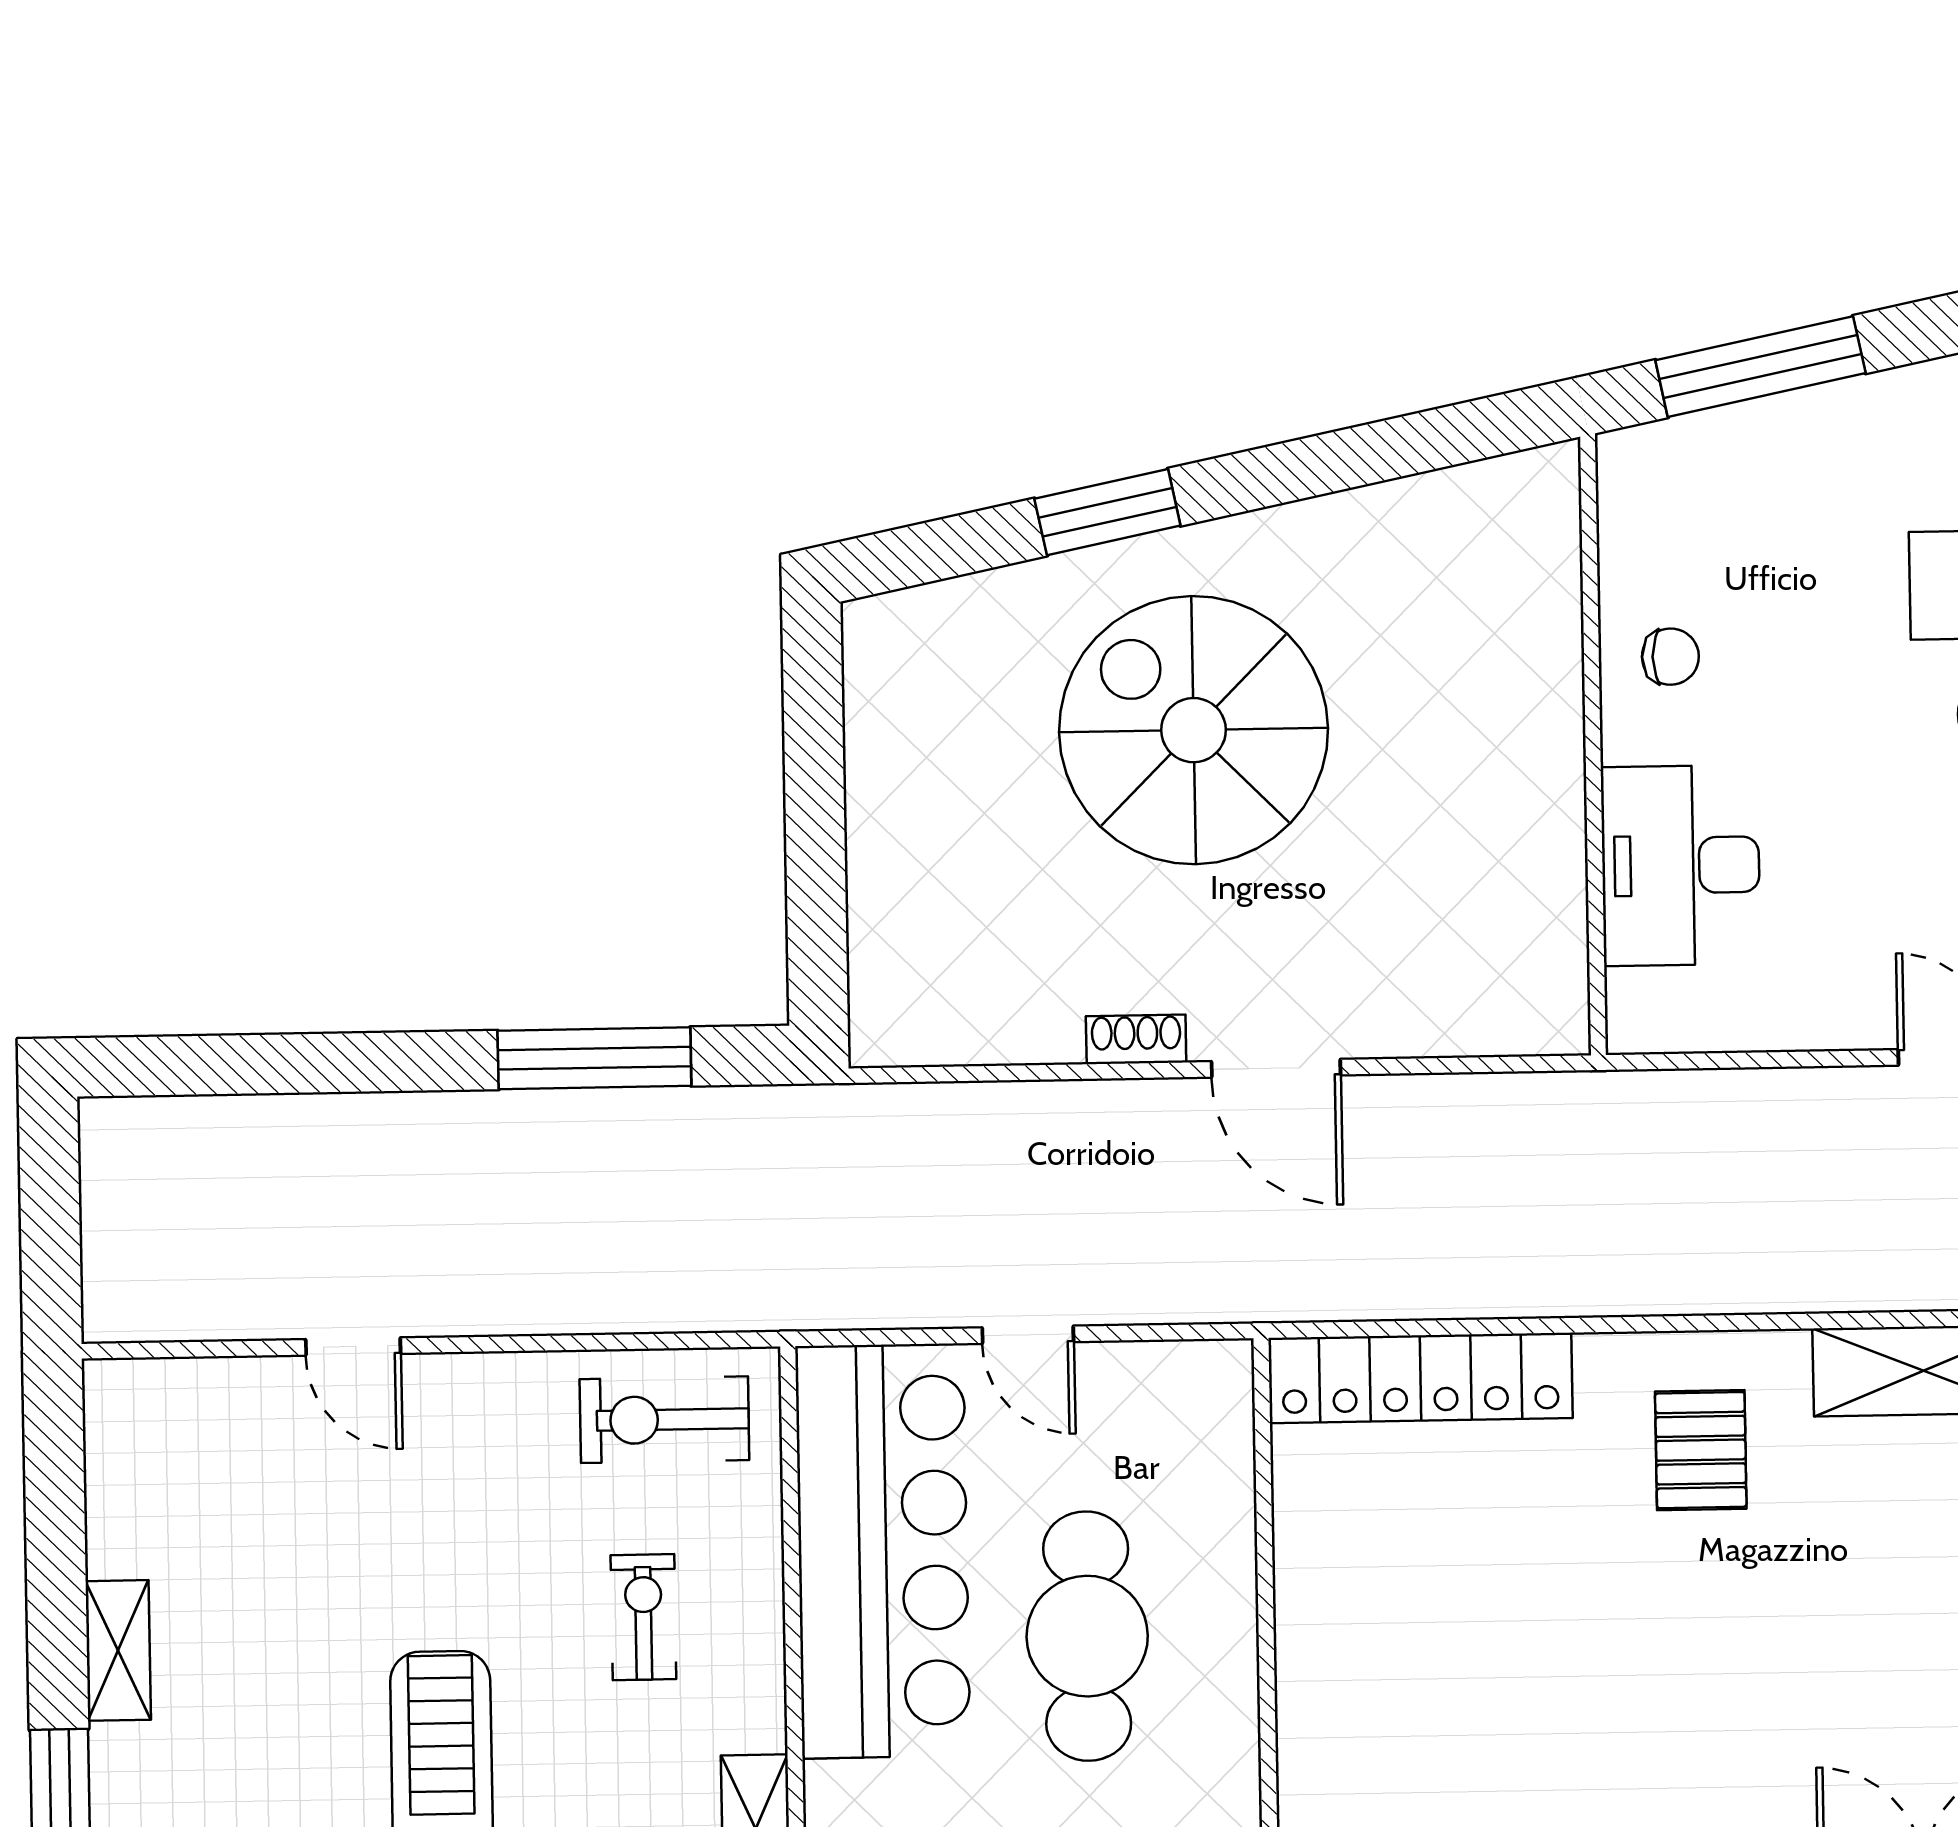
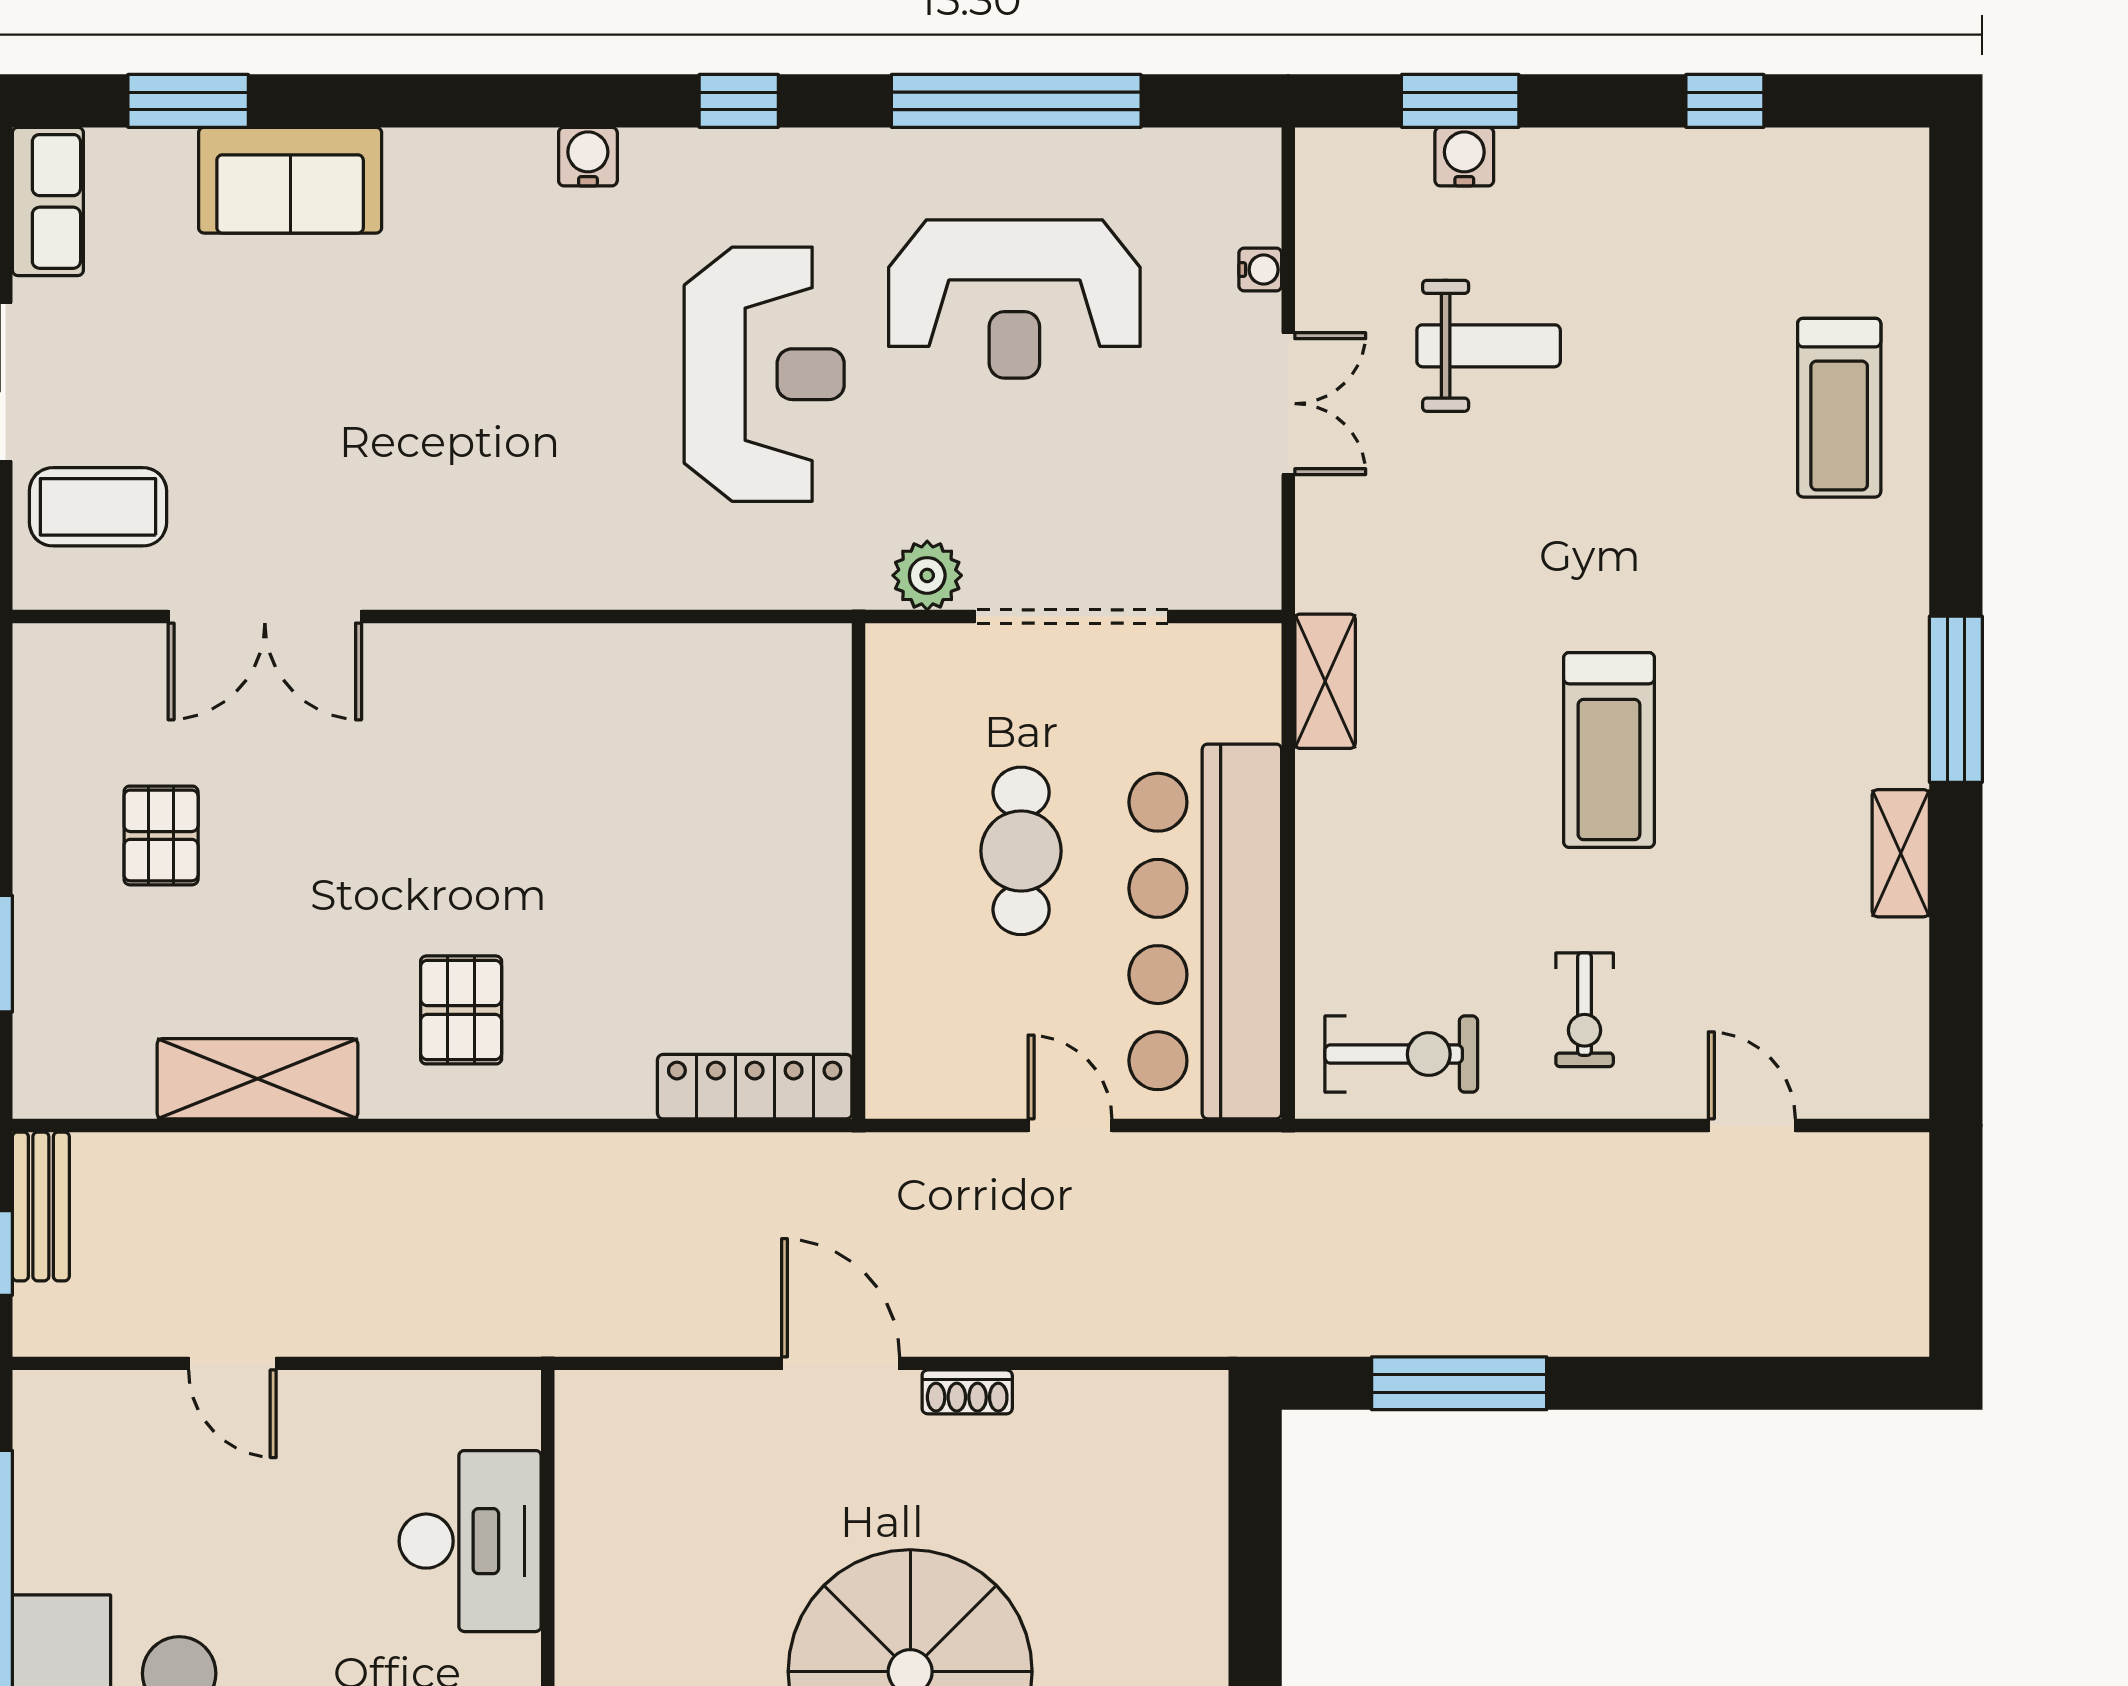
door: (353, 1347) -> (1752, 1125), moved
locker: (1420, 1378) -> (755, 1087), width x0.71, depth x0.83
exercise bike: (643, 1617) -> (1585, 1010), moved
cafe table: (1087, 1636) -> (1021, 851), width x0.73, depth x0.74

